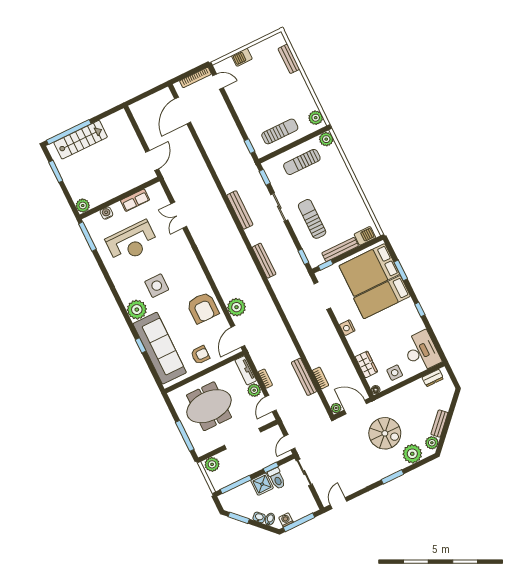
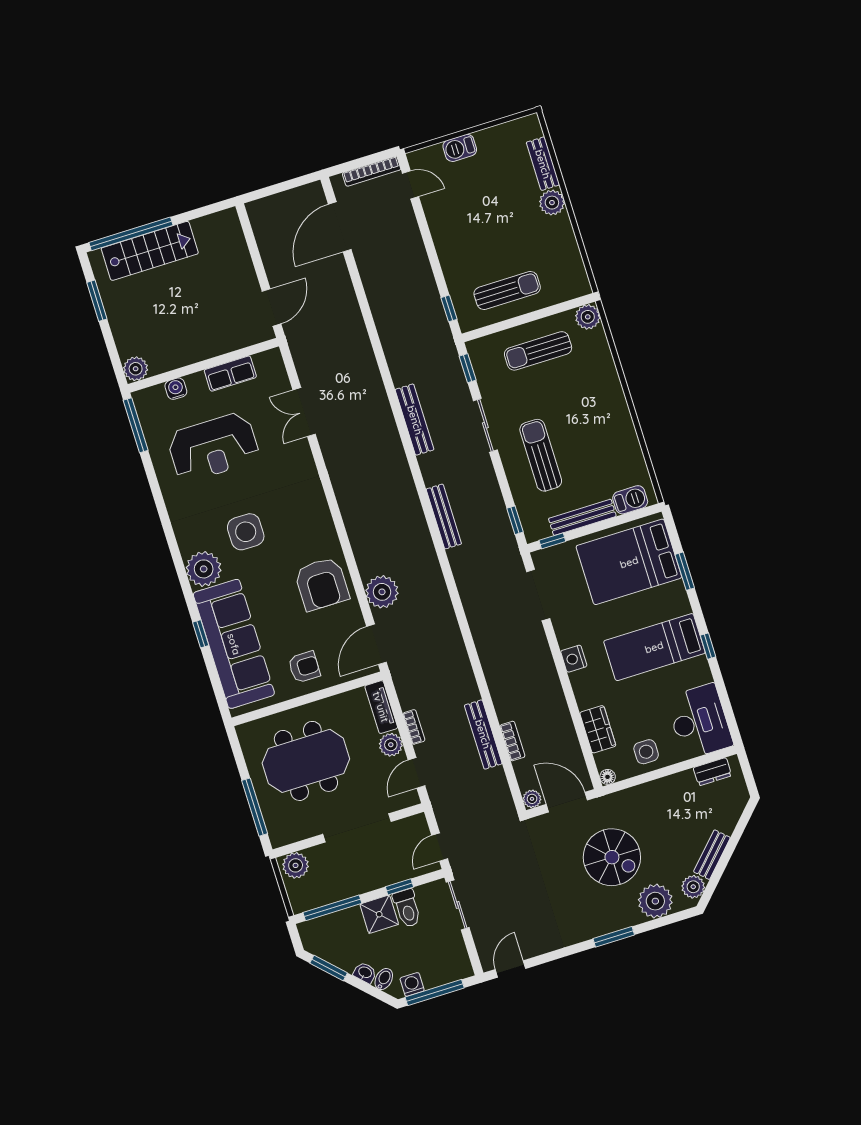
plant: (316, 118) -> (552, 203), moved
bed: (382, 297) -> (654, 647), moved

